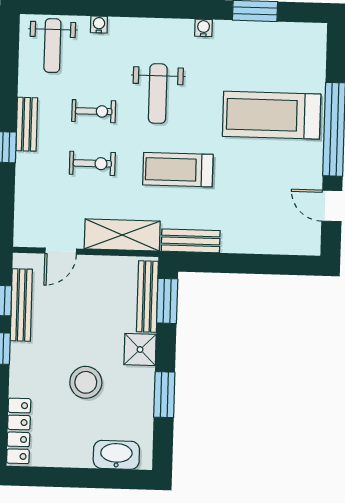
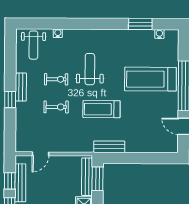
water cooler: (203, 28) -> (159, 34), moved
weight bench: (158, 94) -> (90, 69), turned 180
shelving: (122, 235) -> (73, 144), removed

